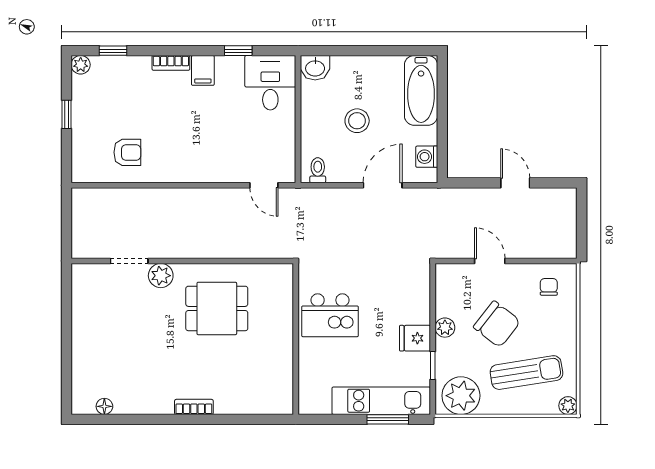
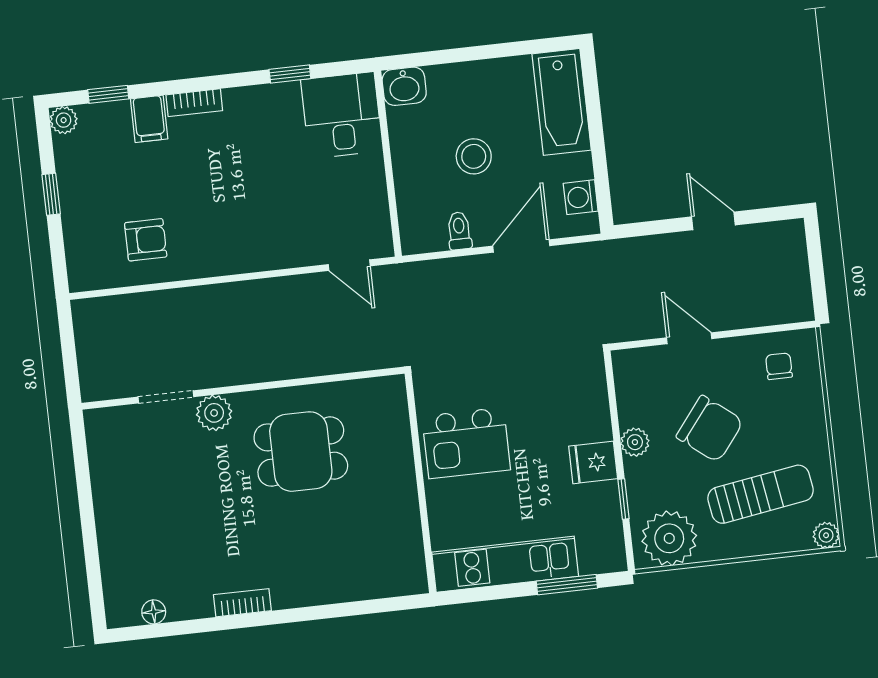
filing cabinet: (203, 70) -> (149, 119), moved
toilet: (318, 170) -> (459, 231), moved
kitchen unit: (381, 401) -> (505, 564), moved
bookcase: (194, 407) -> (242, 603), moved

